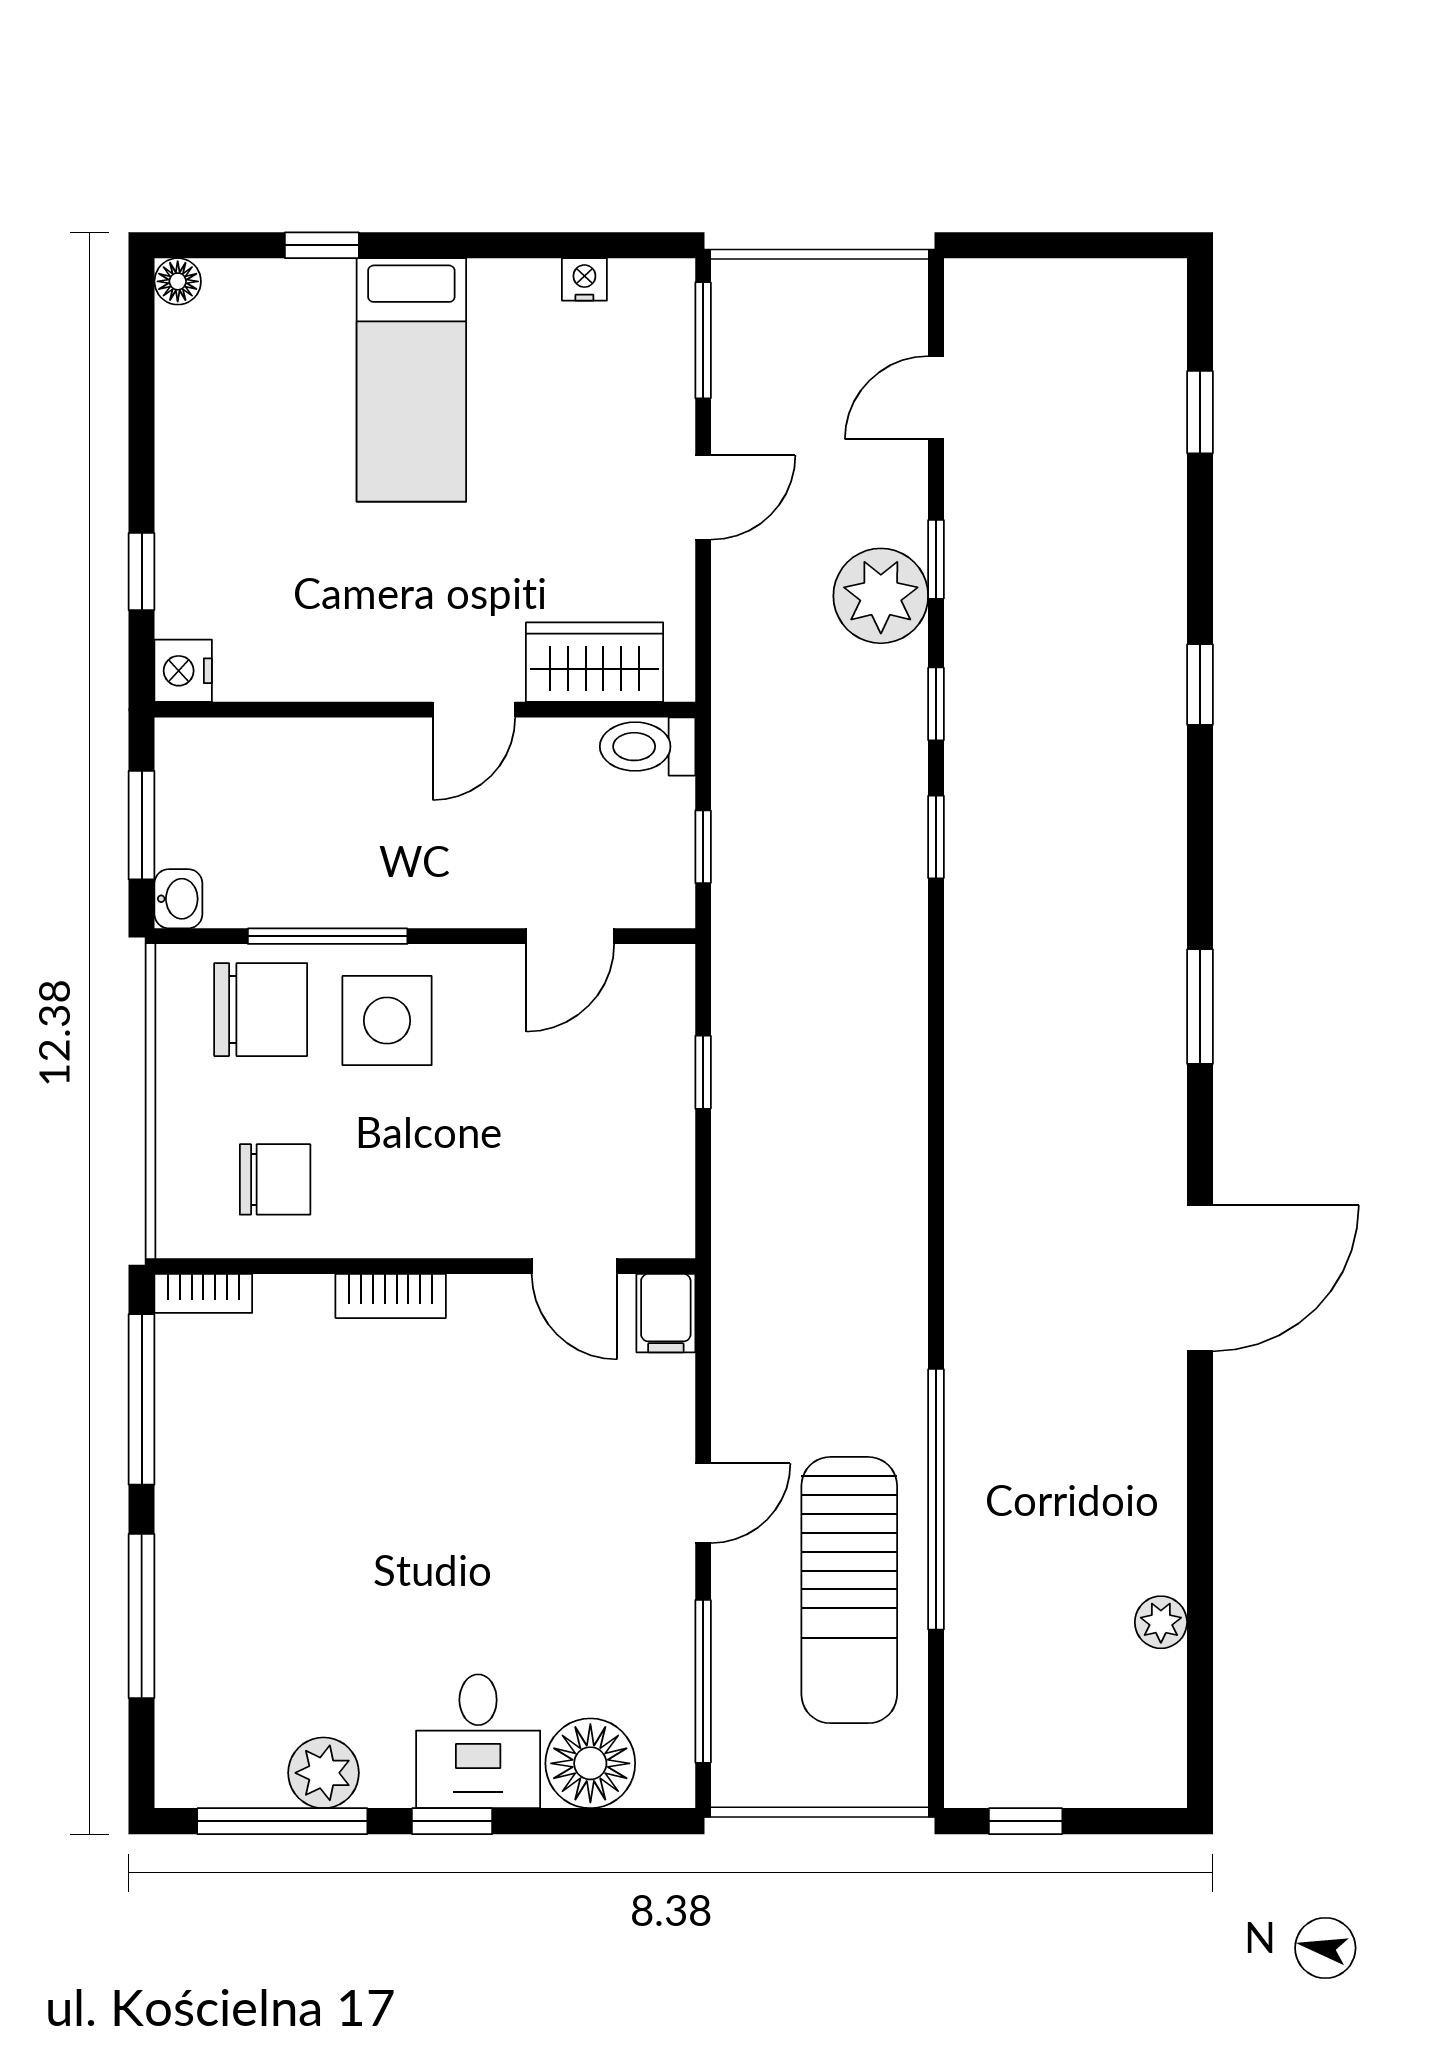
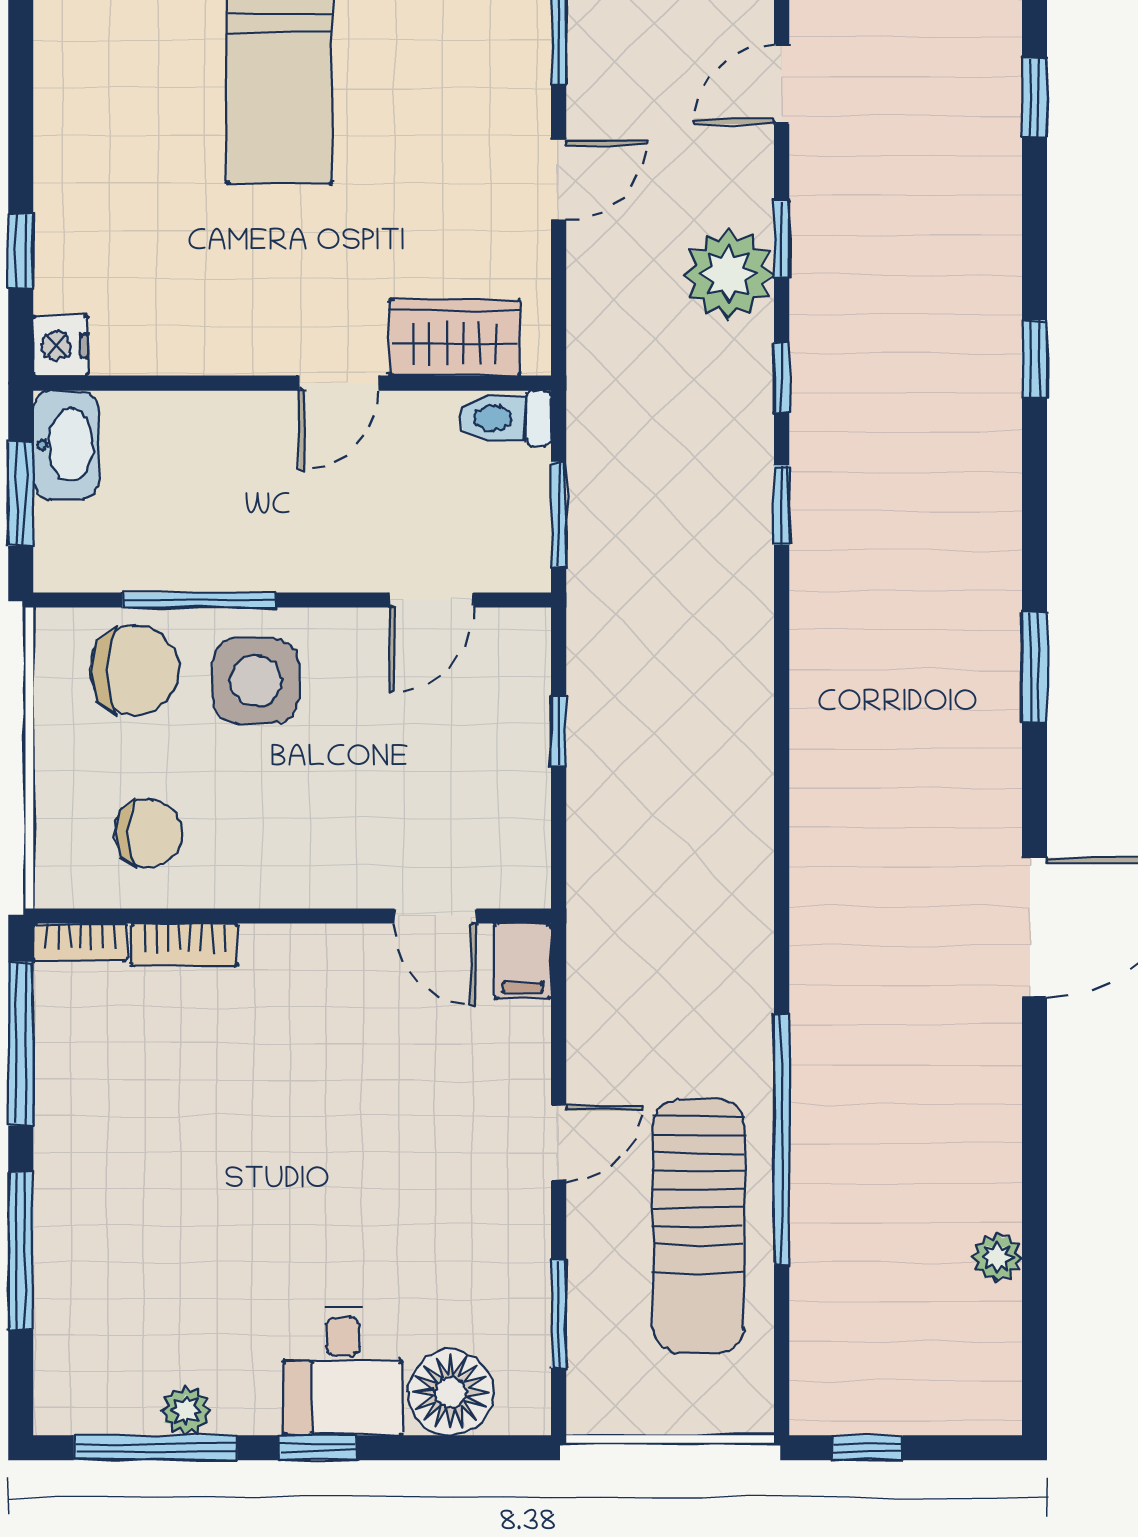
window: (703, 847) -> (559, 514), width x1.50
washbasin: (178, 899) -> (66, 445), moved, width x1.91, depth x1.45
bookcase: (391, 1296) -> (185, 945), moved
window: (703, 1681) -> (559, 1314), width x0.69
plant: (323, 1773) -> (186, 1411), width x0.73, depth x0.73

